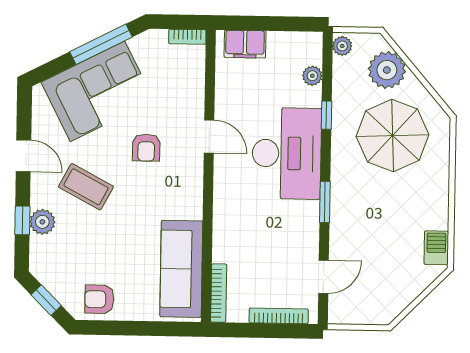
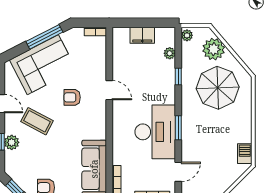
filing cabinet: (245, 44) -> (142, 35), moved
armchair: (146, 148) -> (72, 97), turned 90
desk: (287, 153) -> (155, 132), moved

